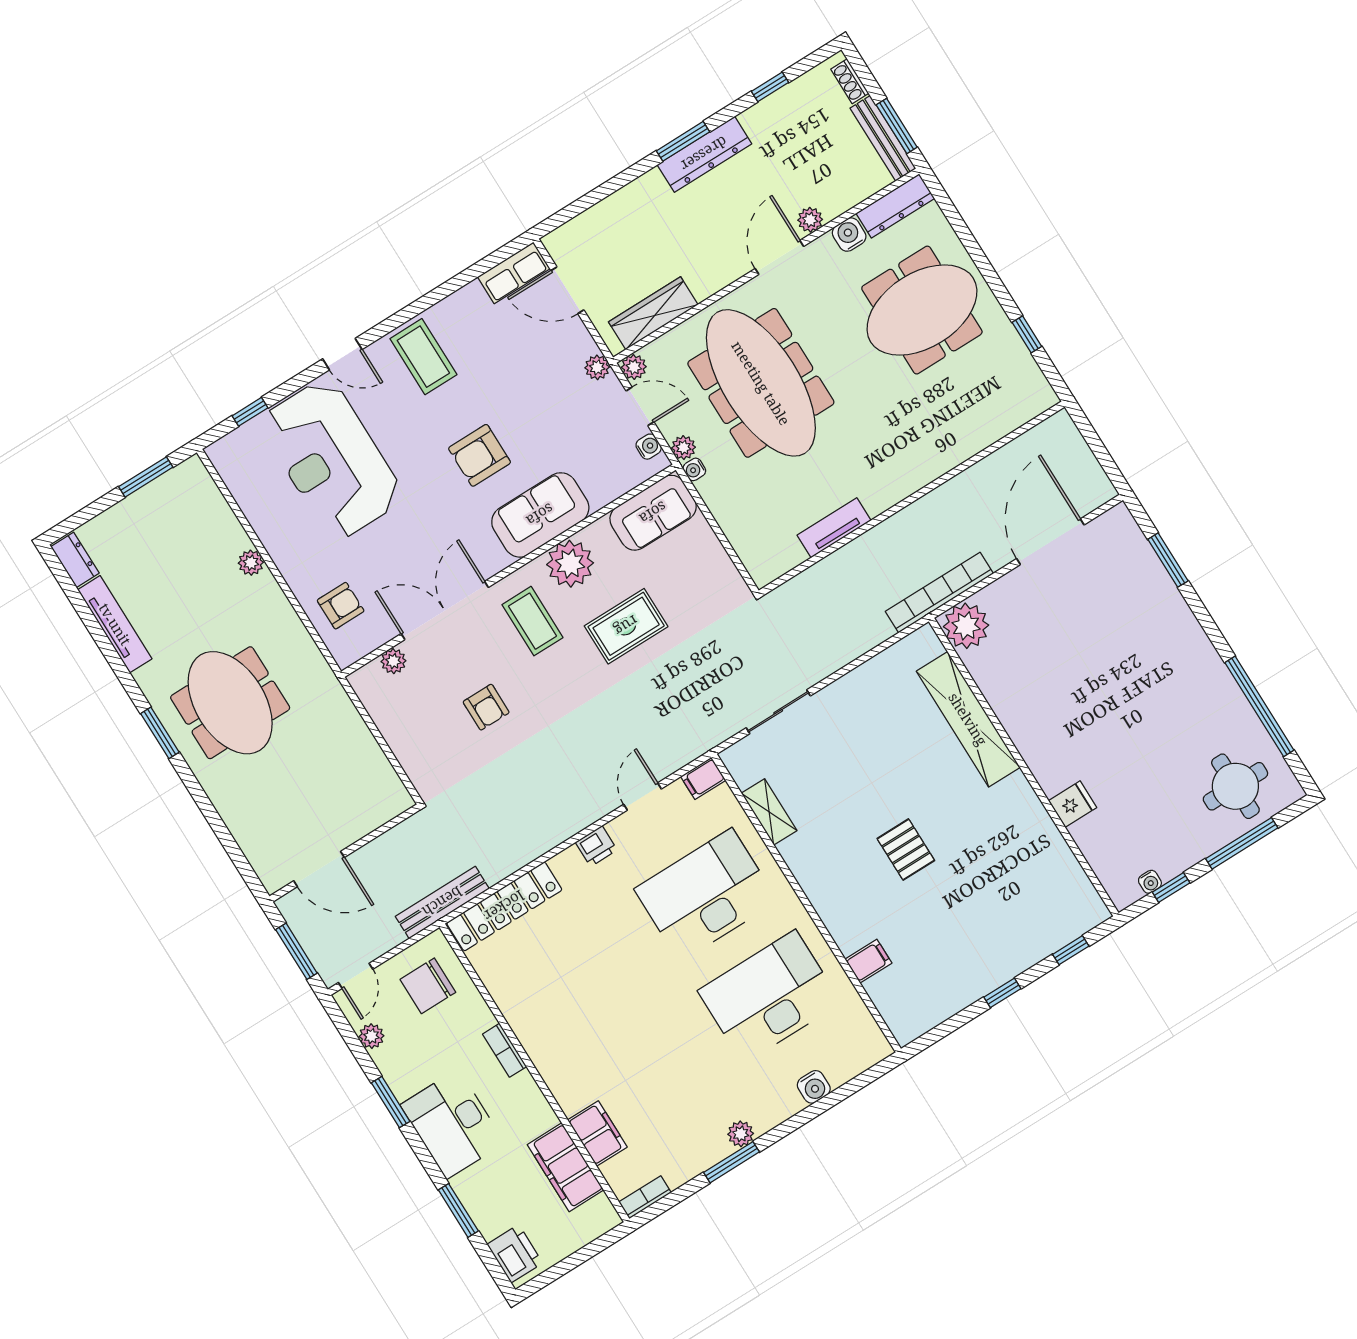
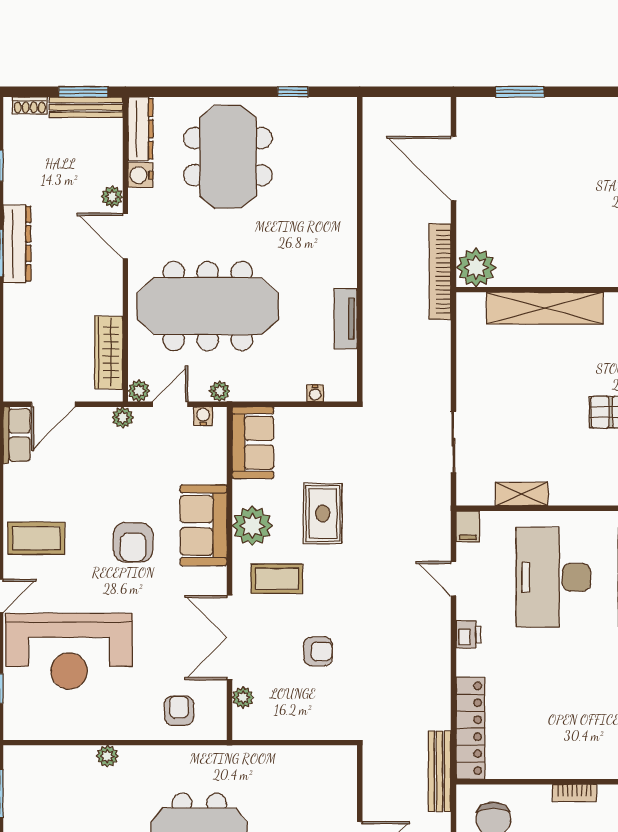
water cooler: (694, 469) -> (315, 393), moved

